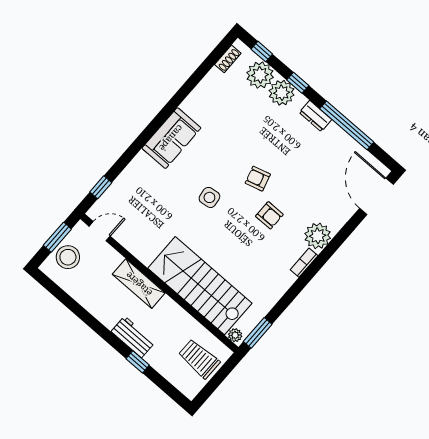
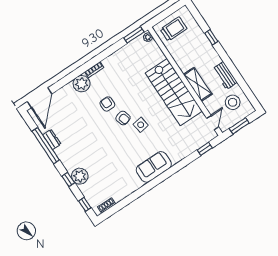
plant: (260, 75) -> (90, 190), removed
dresser: (315, 116) -> (52, 139), moved
armchair: (258, 179) -> (123, 118), moved
door: (100, 231) -> (213, 123), swing flipped
stool: (68, 257) -> (233, 102), moved
stairs: (200, 286) -> (174, 92), moved
workbench: (133, 337) -> (225, 76), moved
trolley: (199, 359) -> (174, 29), turned -90

